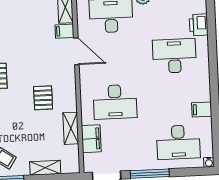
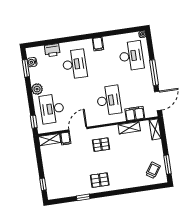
desk: (174, 56) -> (74, 64), turned 180
pallet: (43, 98) -> (101, 145), moved
filing cabinet: (202, 109) -> (98, 44), moved
shelving: (45, 168) -> (155, 129), moved

